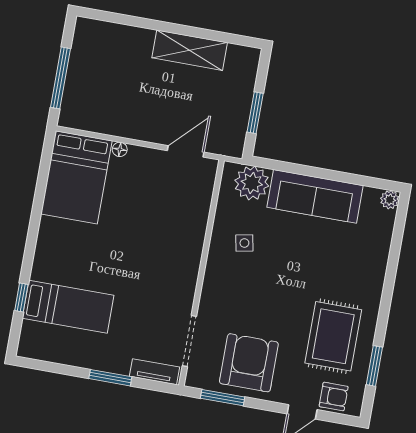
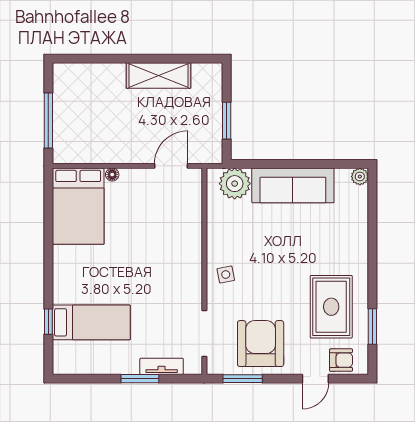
side table: (244, 243) -> (226, 275), moved
tv unit: (154, 372) -> (162, 366), moved

